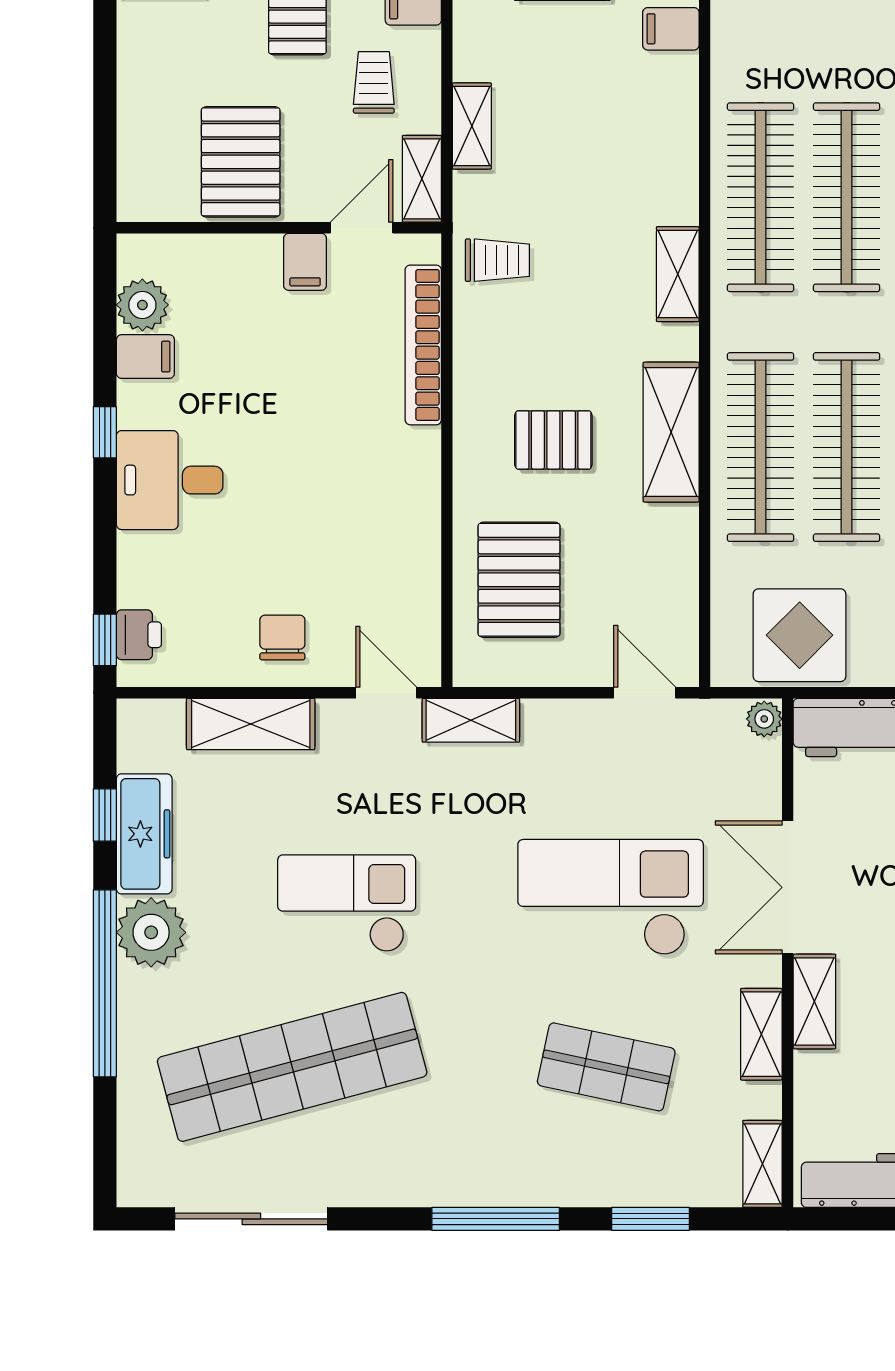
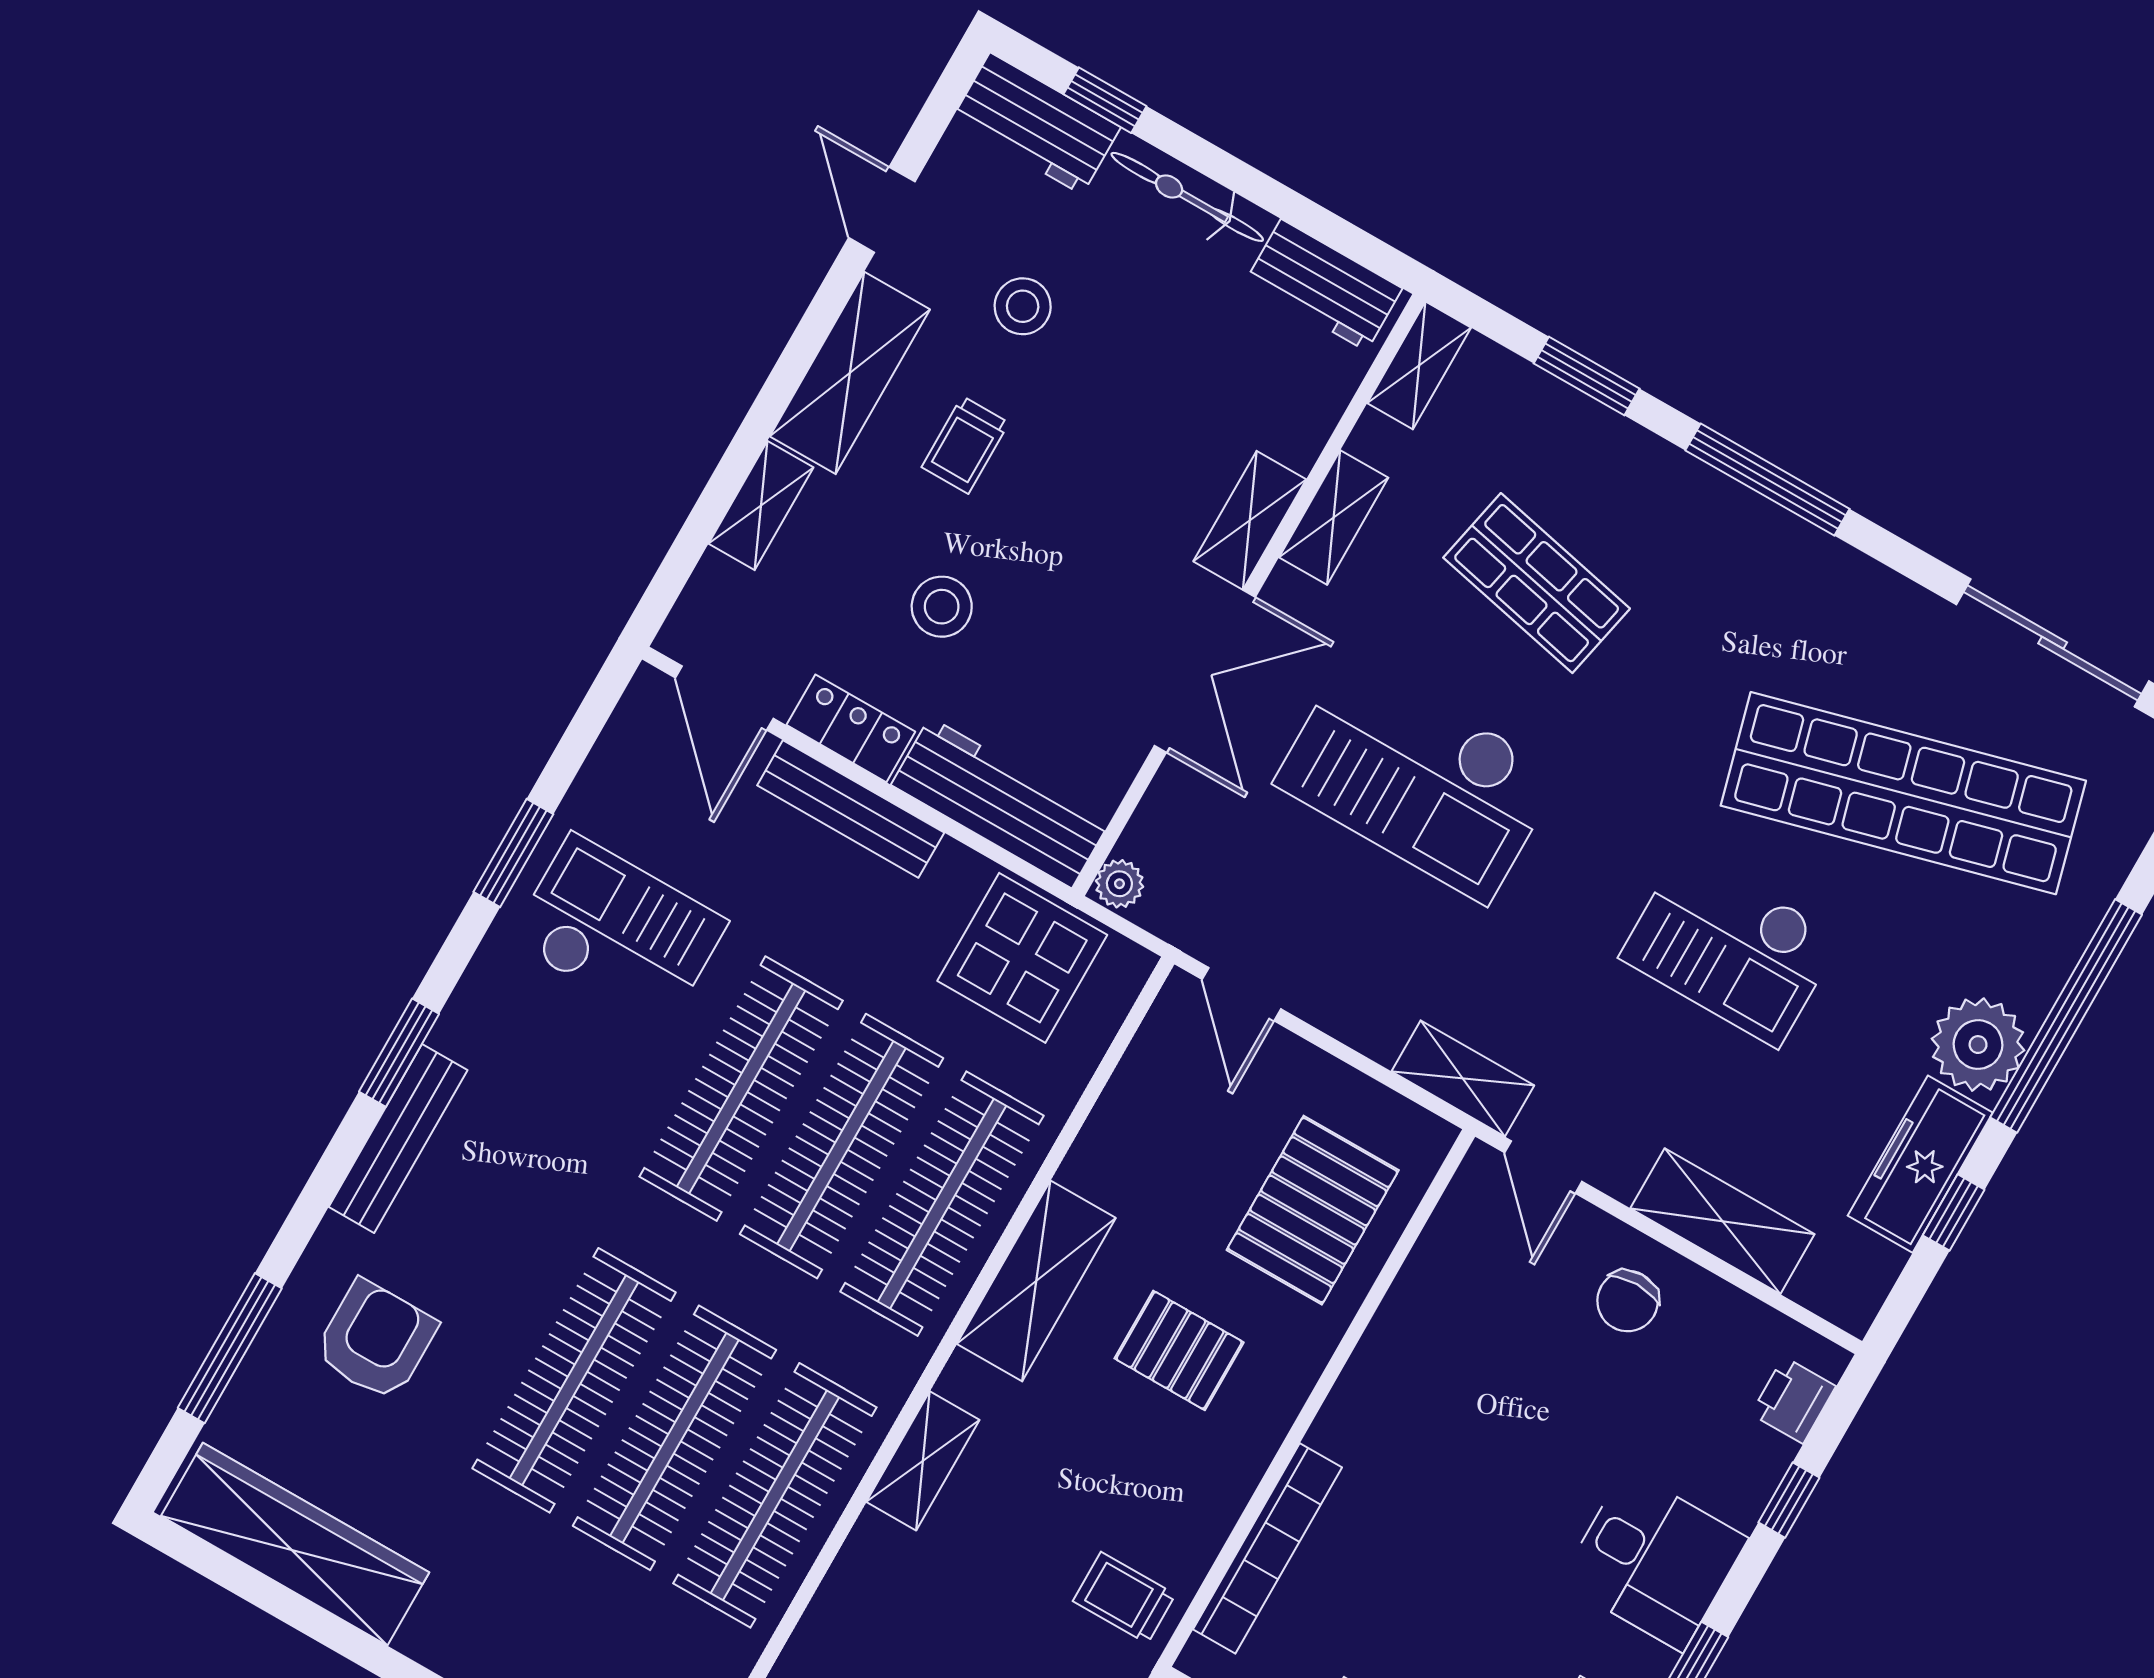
window: (105, 640) -> (1789, 1500), moved

